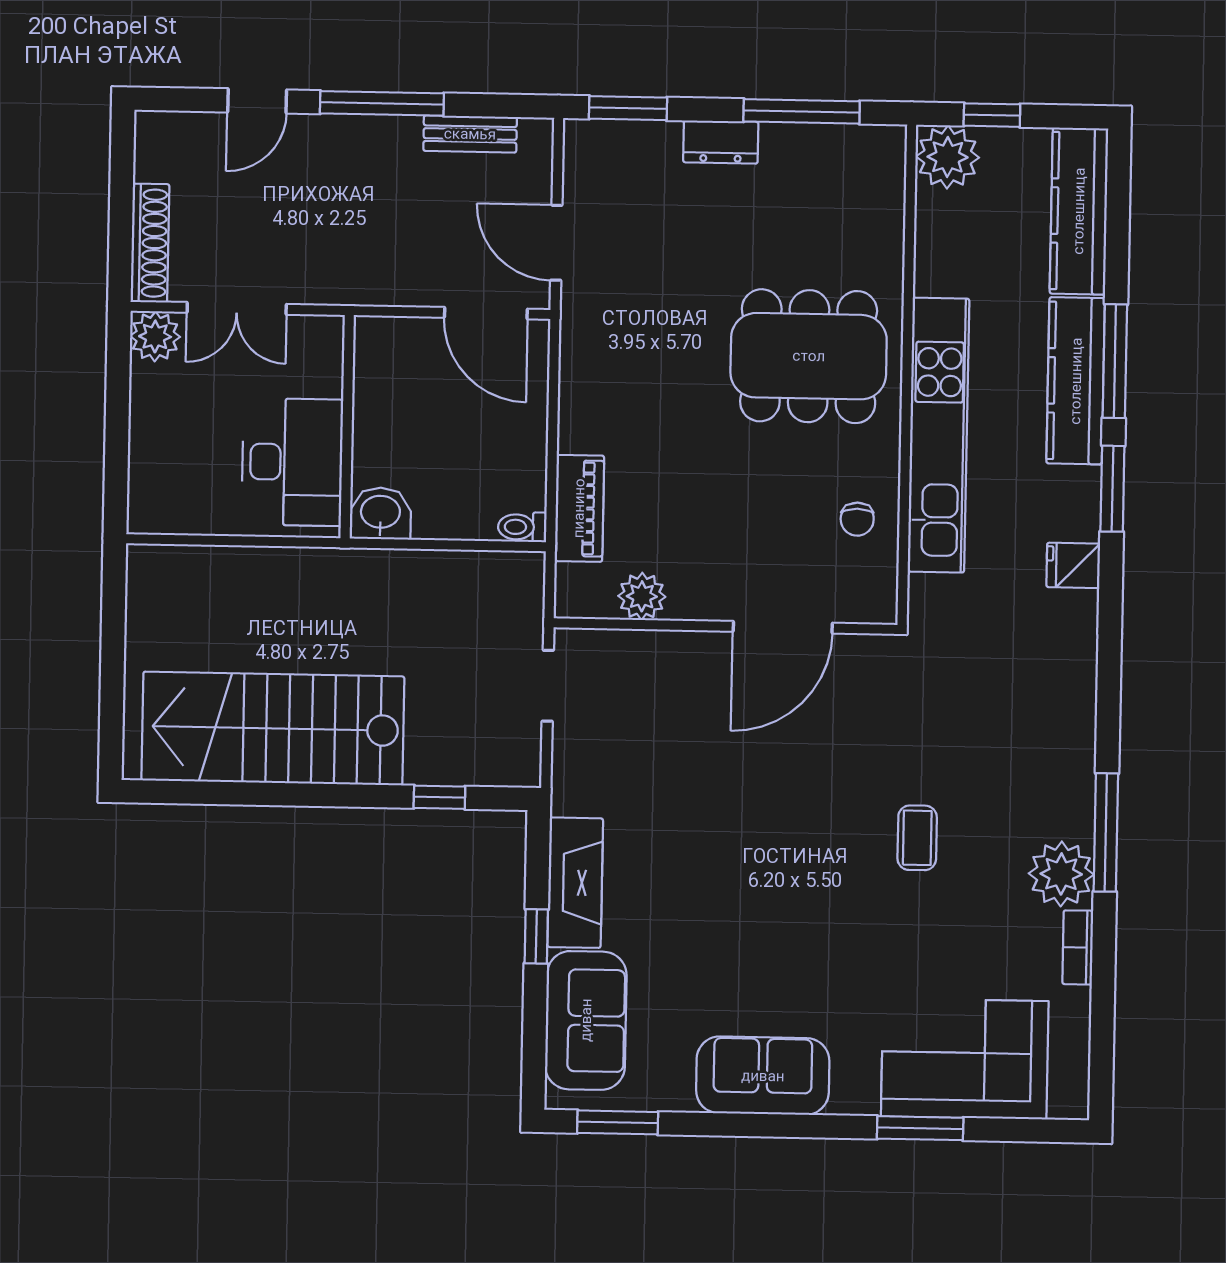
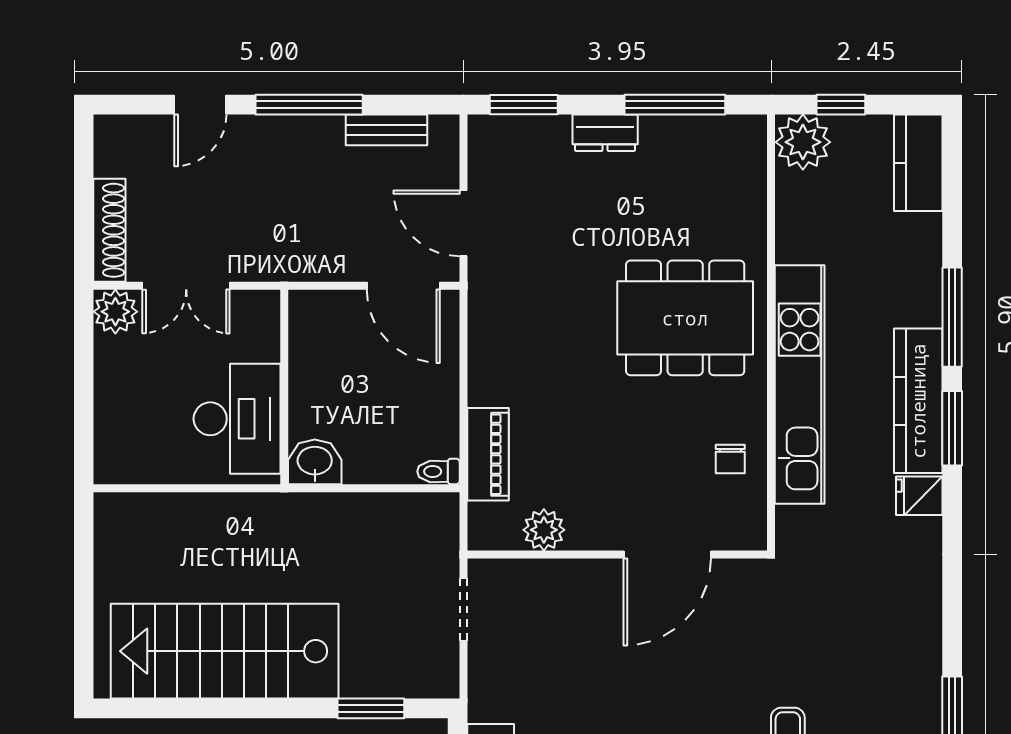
kitchen counter: (1079, 211) -> (918, 163), width x0.67
kitchen counter: (1076, 381) -> (918, 401), moved
window: (439, 797) -> (371, 708), width x1.50

